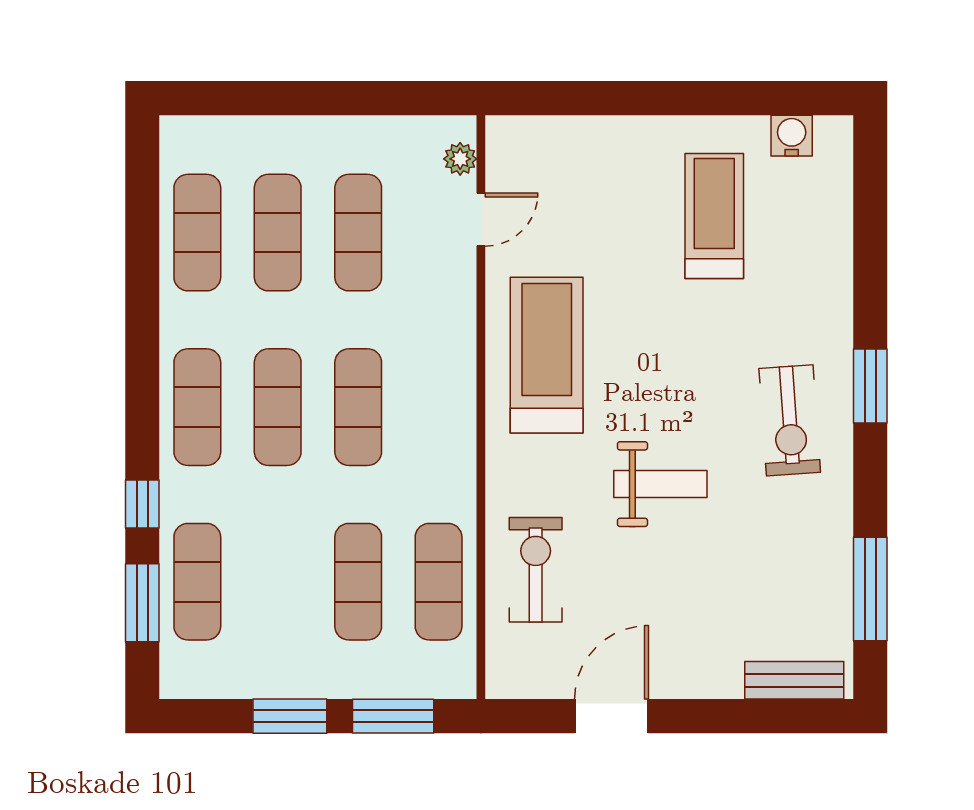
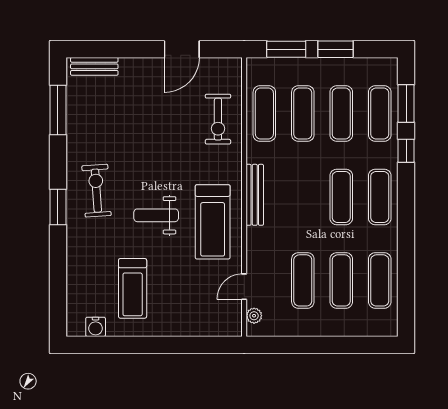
exercise mat: (358, 407) -> (341, 113), moved
bench: (459, 412) -> (255, 195), added
weight bench: (660, 484) -> (156, 215), moved

